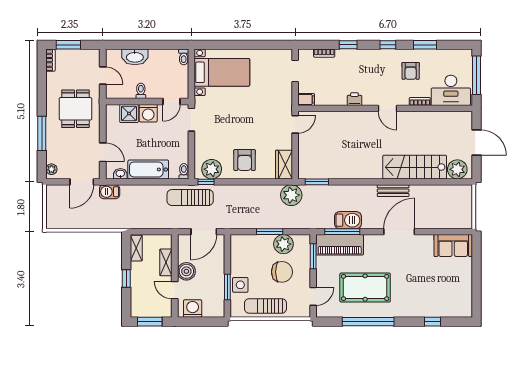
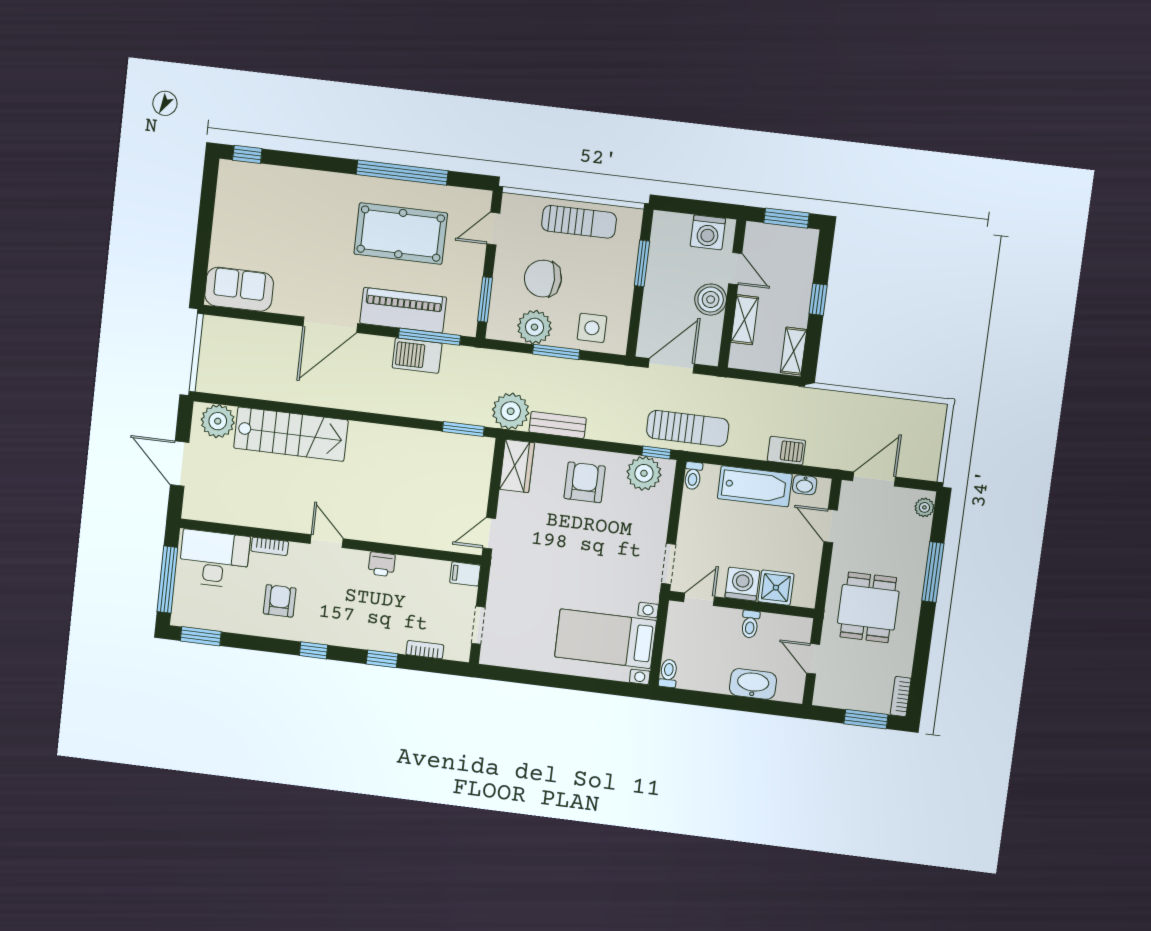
window: (425, 45) -> (201, 636), moved
bench: (393, 191) -> (558, 425), moved
barbecue: (110, 192) -> (786, 451), moved
piano: (340, 245) -> (403, 310), moved
side table: (240, 285) -> (592, 328), moved
window: (432, 322) -> (247, 154), moved

